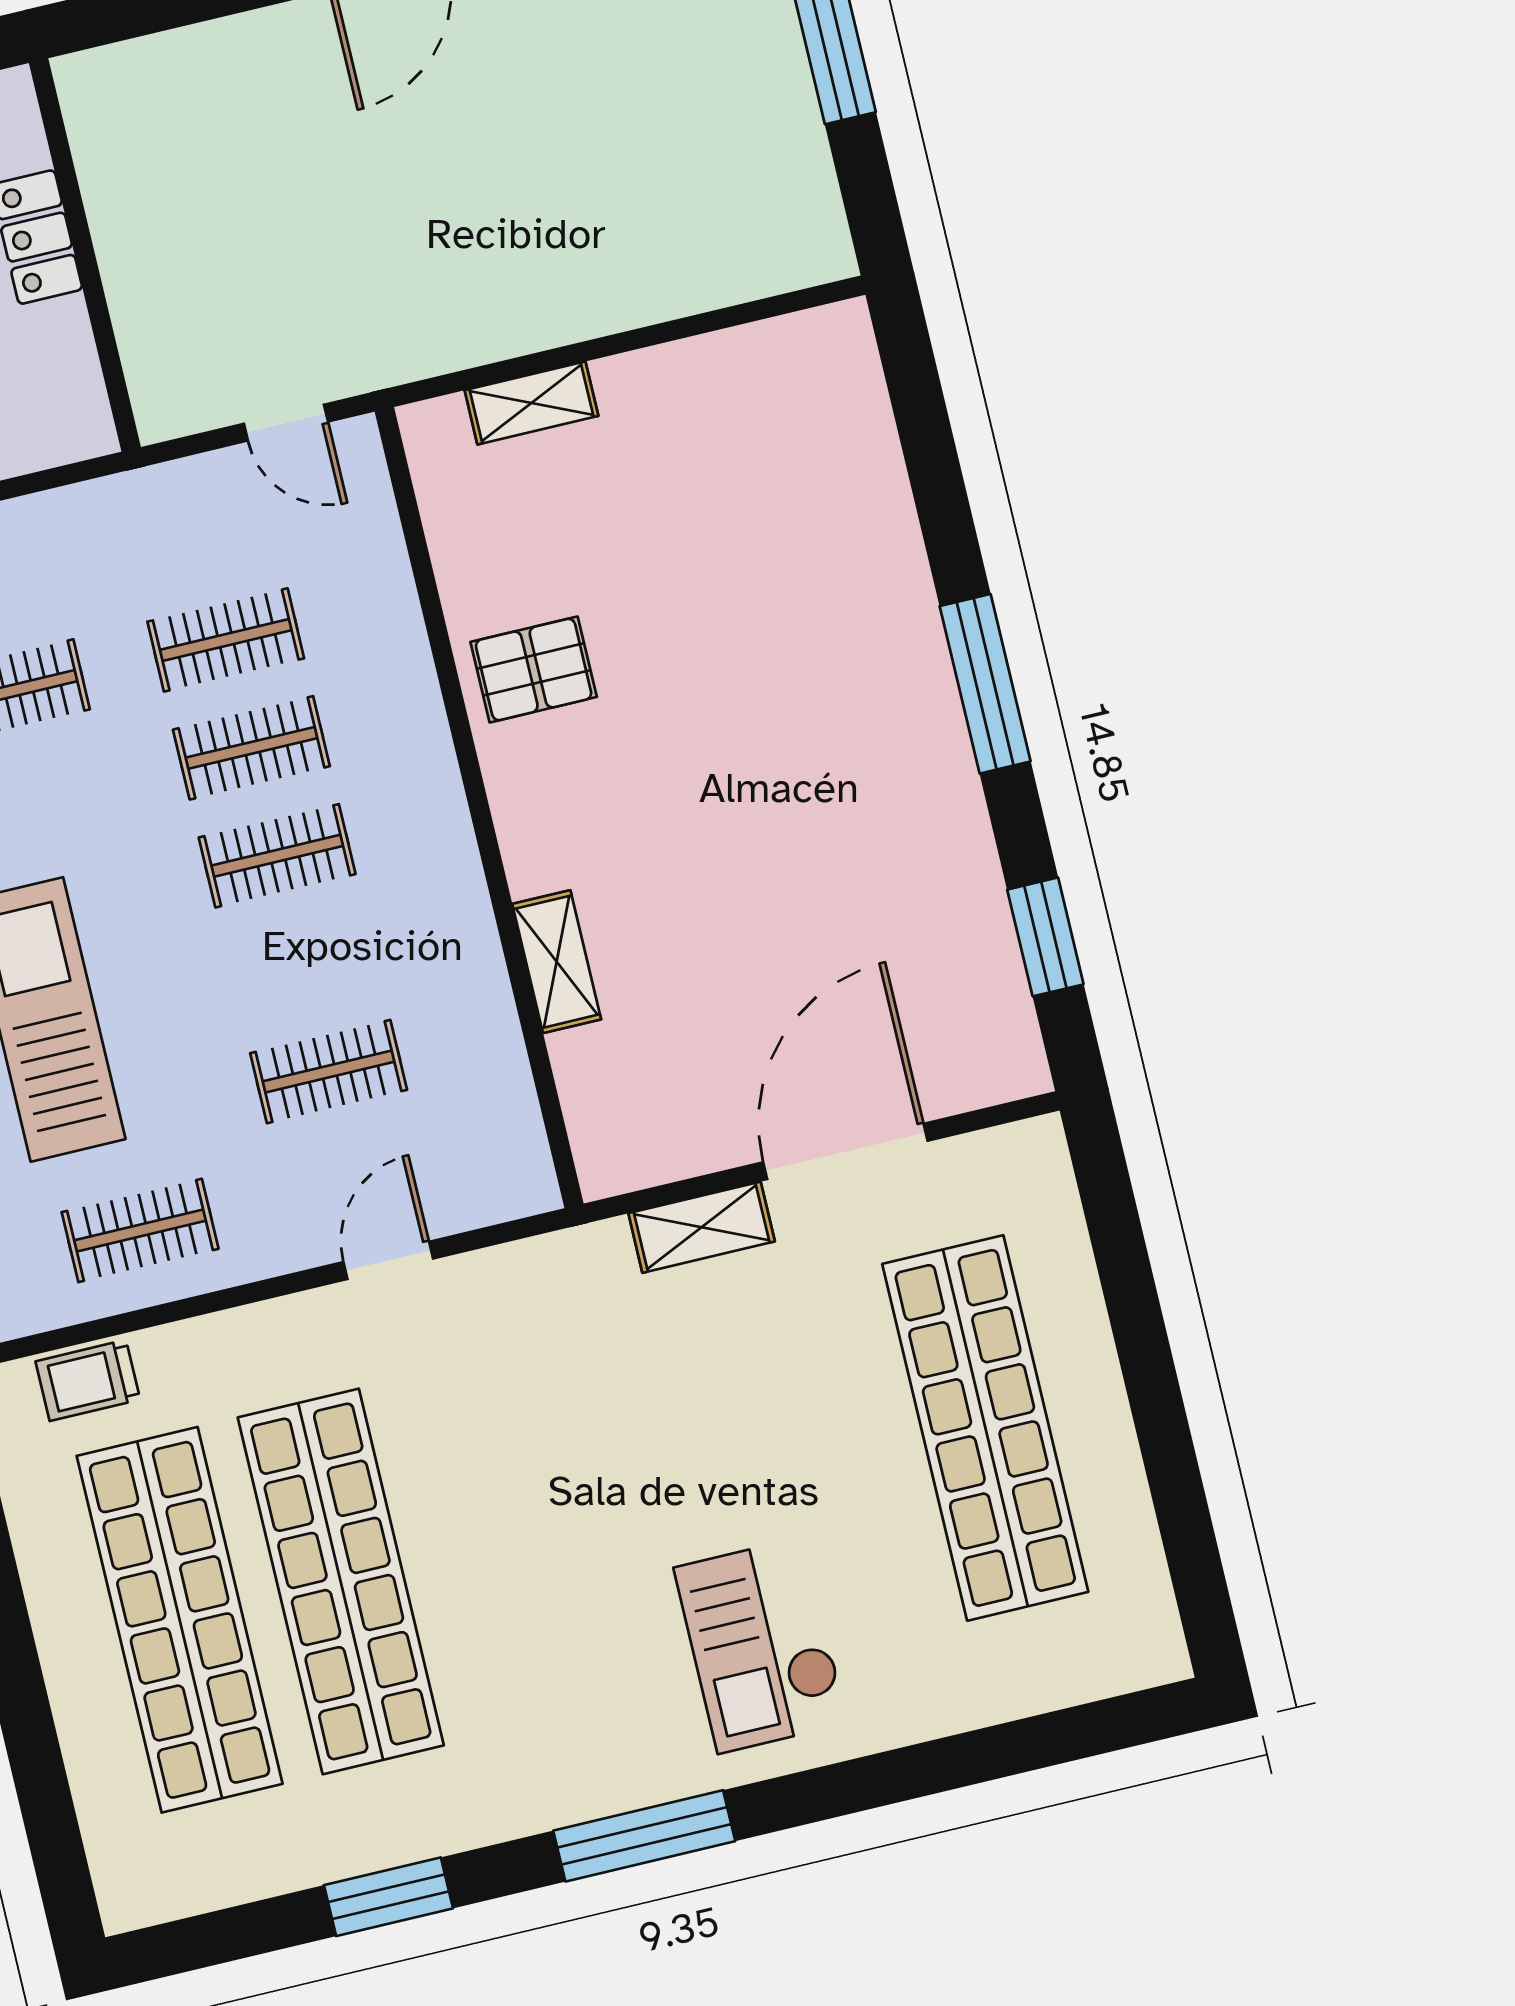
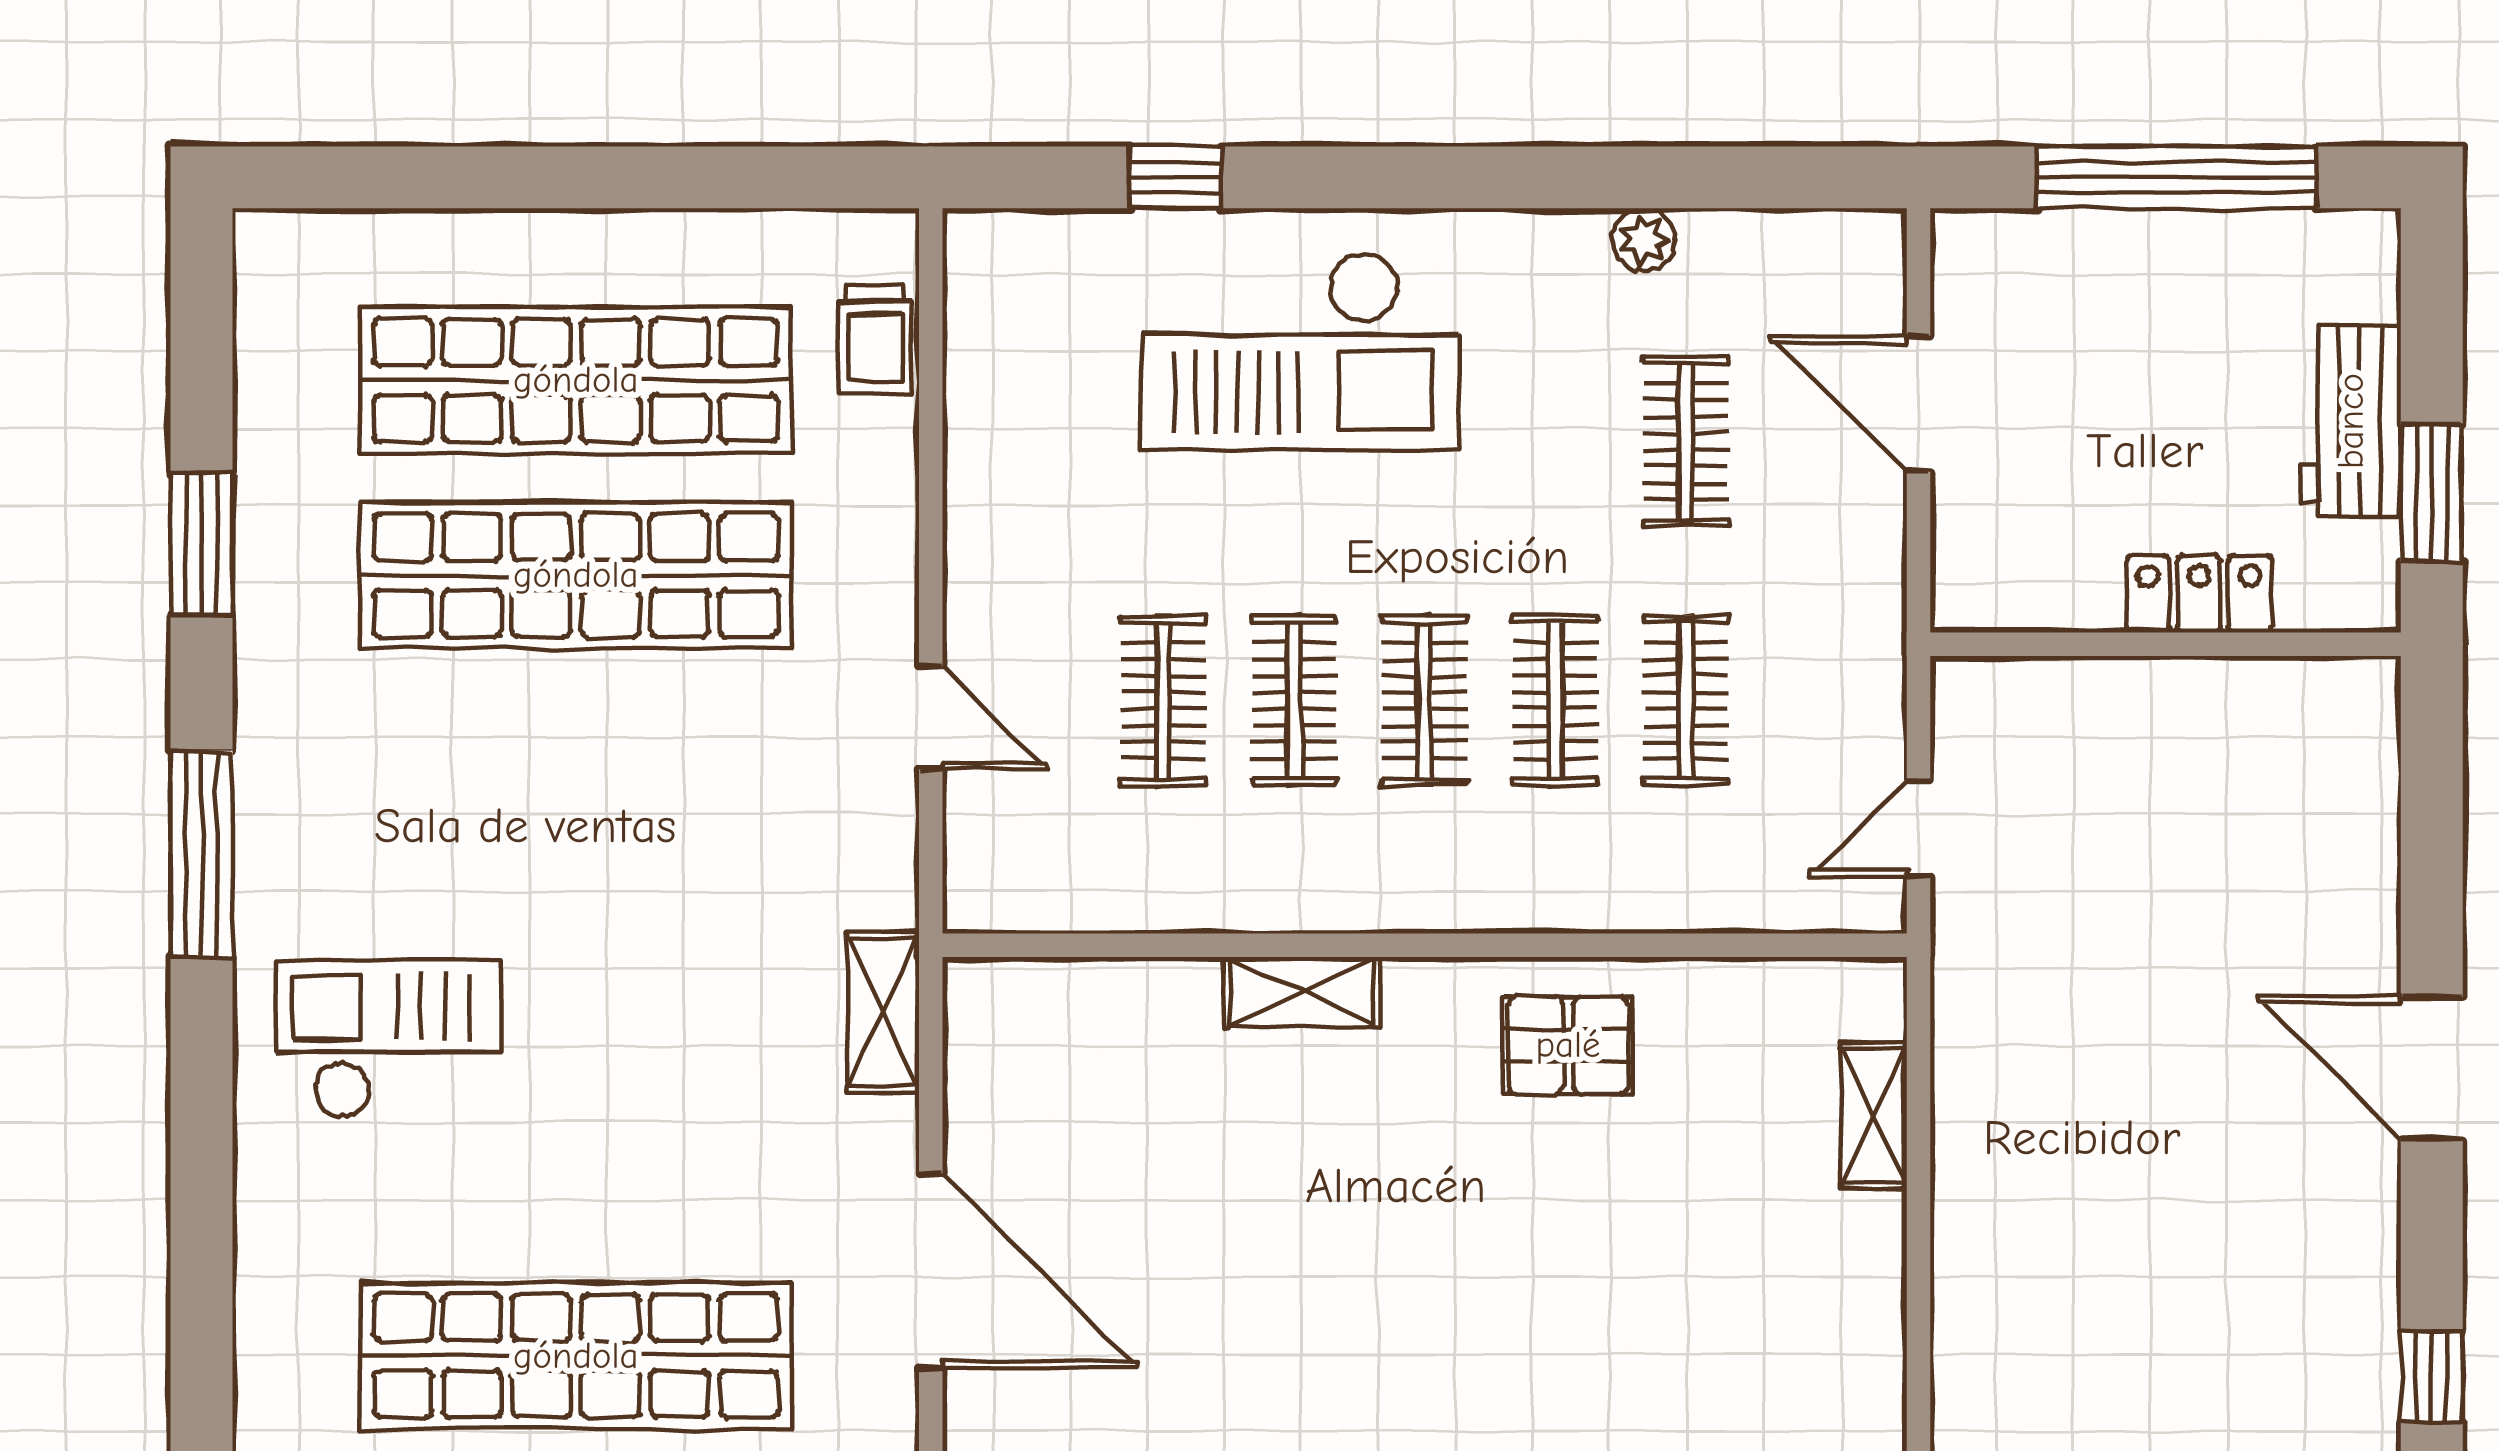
pallet: (534, 669) -> (1568, 1045), turned 90
shelving: (557, 962) -> (1302, 992), moved
shelving: (702, 1227) -> (883, 1012), moved
clothes rail: (140, 1230) -> (1294, 701), moved
trolley: (88, 1380) -> (875, 340), turned 180

